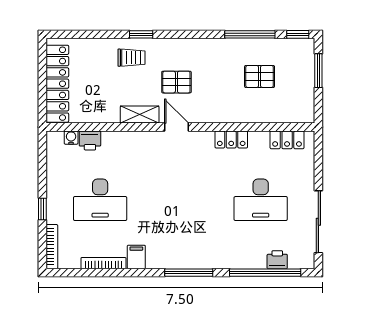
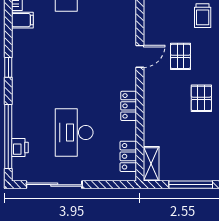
window: (318, 71) -> (191, 185), width x1.44
pallet: (260, 76) -> (201, 98), moved
shelving: (140, 115) -> (151, 164), moved
window: (189, 273) -> (8, 67), width x0.46

